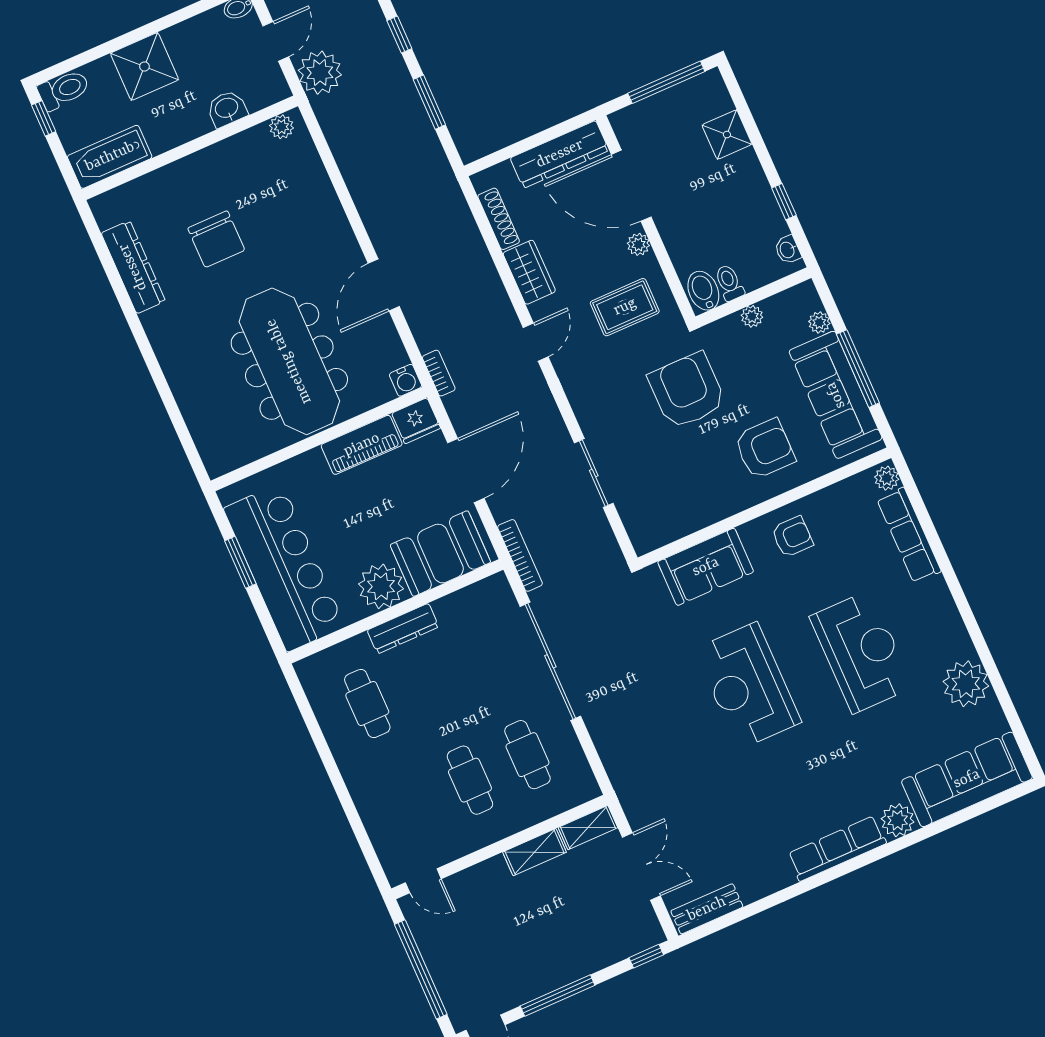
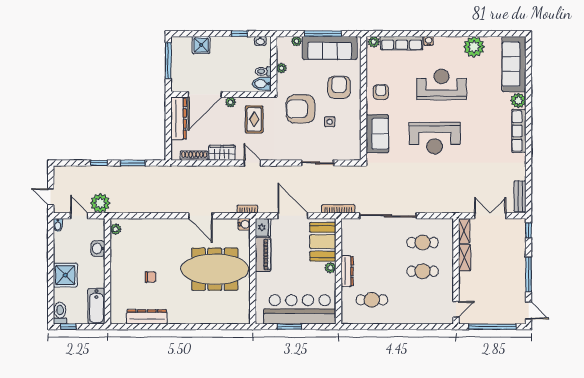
chair: (216, 239) -> (150, 277), width x0.54, depth x0.54
side table: (687, 461) -> (330, 122), added
plant: (381, 586) -> (330, 268), width x0.53, depth x0.53
water cooler: (937, 587) -> (429, 41), added

